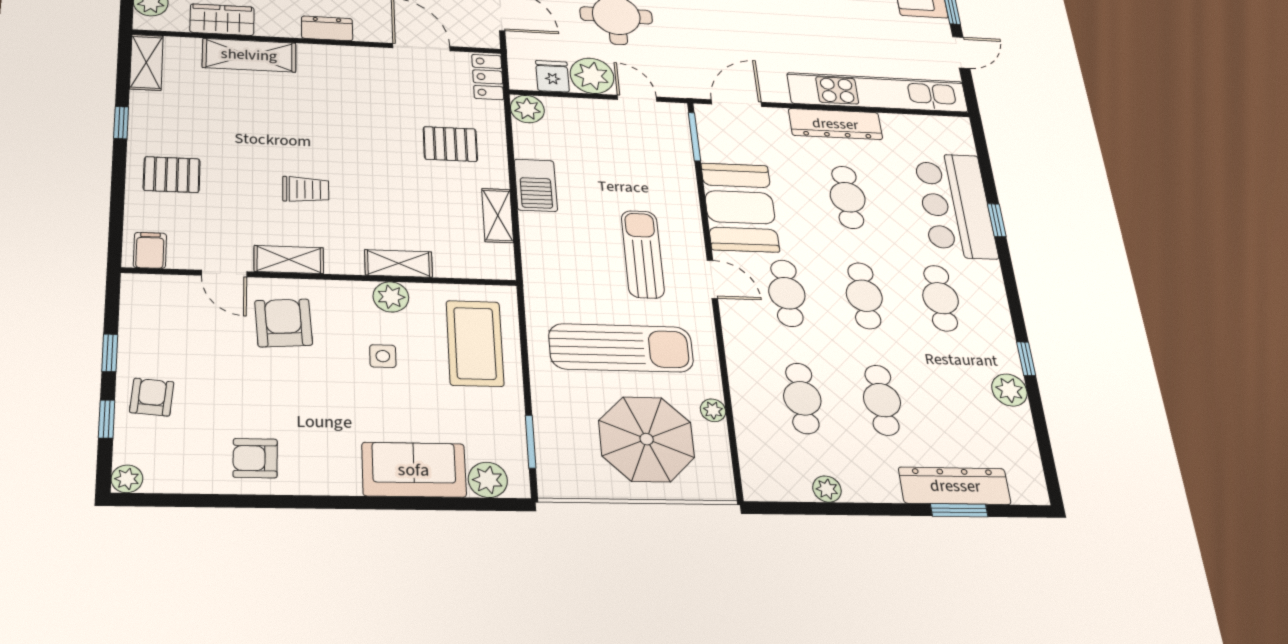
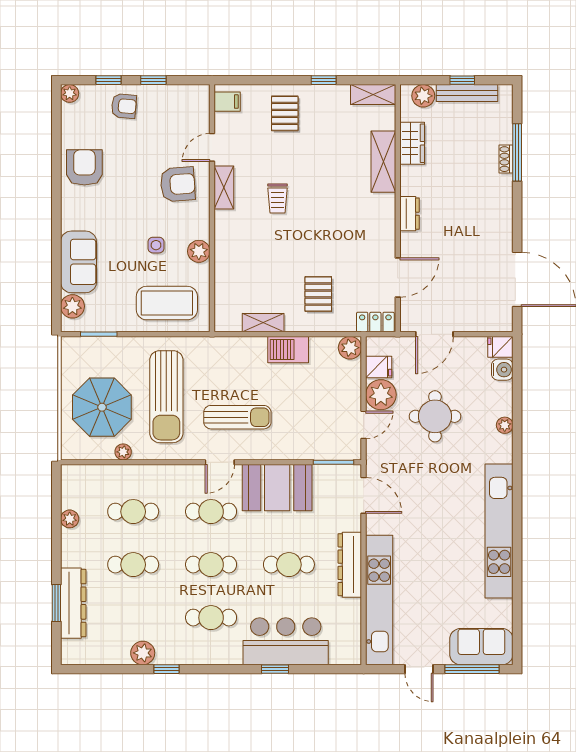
shelving: (399, 263) -> (224, 257), removed
armchair: (255, 458) -> (84, 167), width x1.38, depth x1.38

